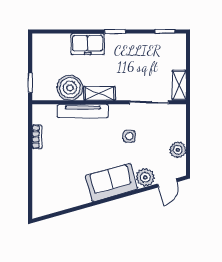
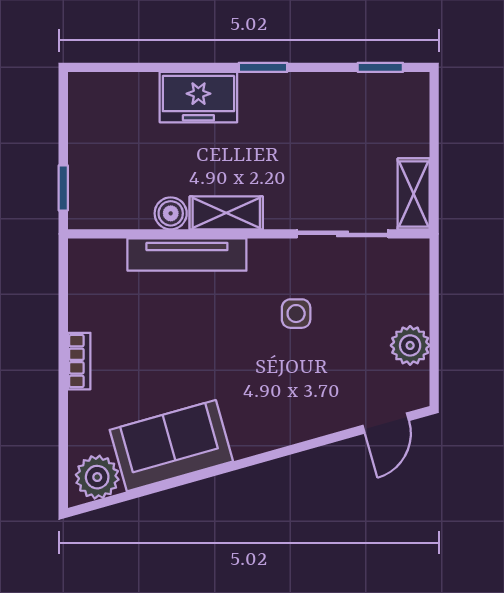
boiler: (70, 88) -> (171, 213), width x0.54, depth x0.54
bookcase: (37, 137) -> (79, 361), moved
plant: (145, 177) -> (97, 477), moved
sofa: (111, 182) -> (171, 446), moved

